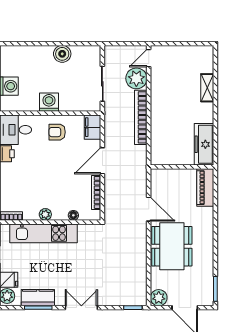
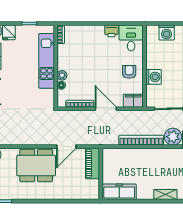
washing machine: (49, 102) -> (154, 77), moved
piano: (205, 188) -> (92, 163), moved, turned -90
plant: (45, 214) -> (62, 75), moved

